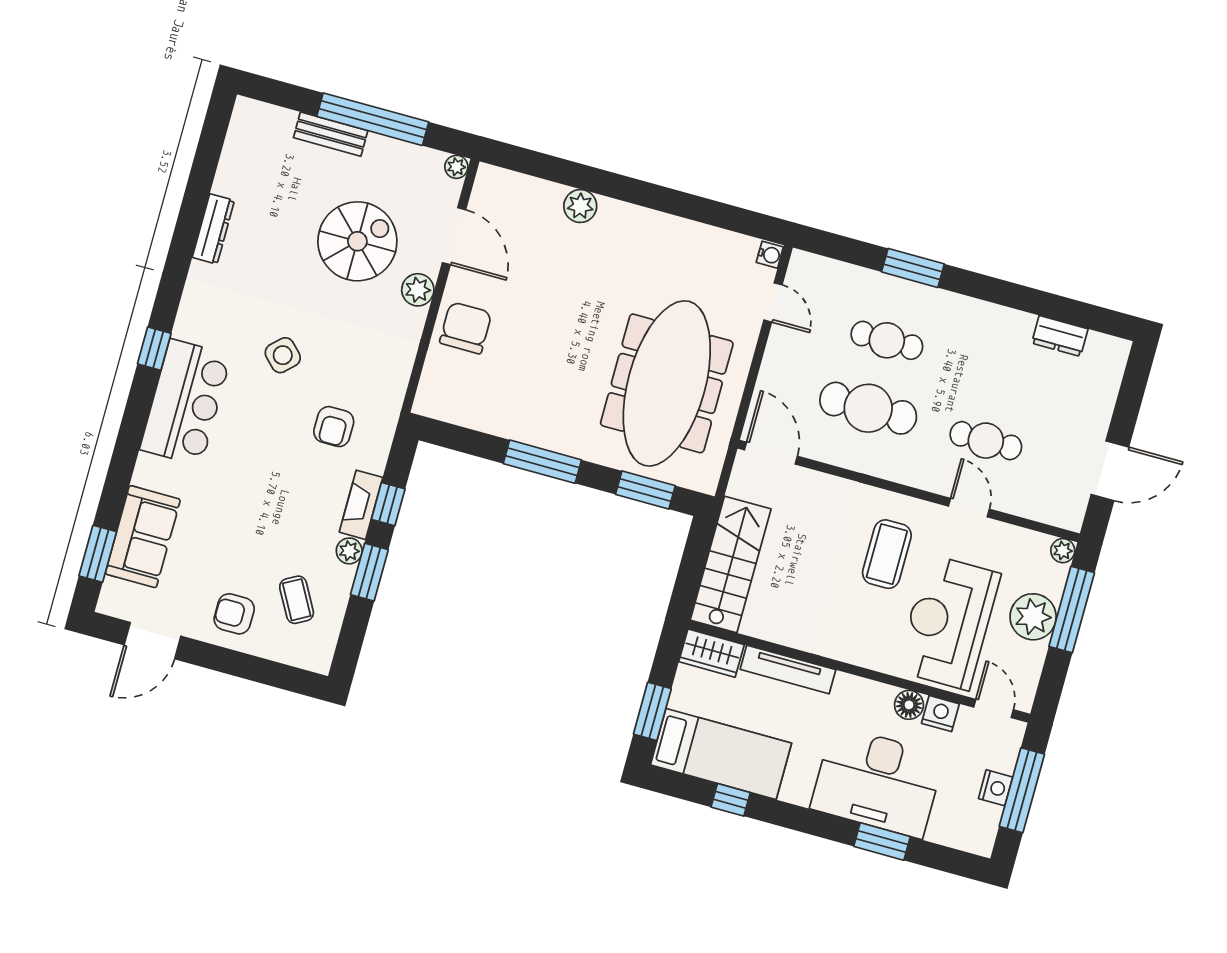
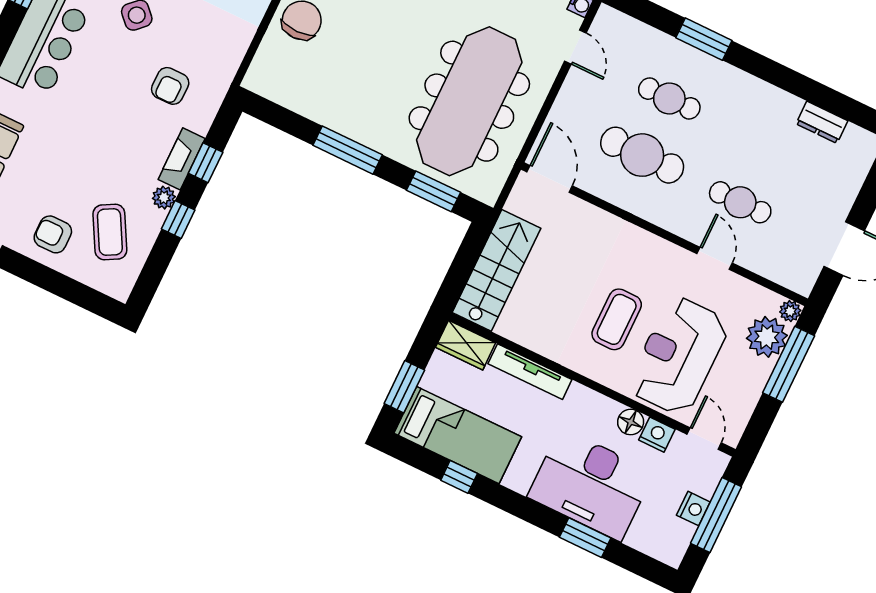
coffee table: (887, 554) -> (617, 319), moved
window: (369, 572) -> (178, 219), width x0.67
coffee table: (297, 600) -> (110, 232), width x1.36, depth x1.30
plant: (1033, 617) -> (767, 337), moved

